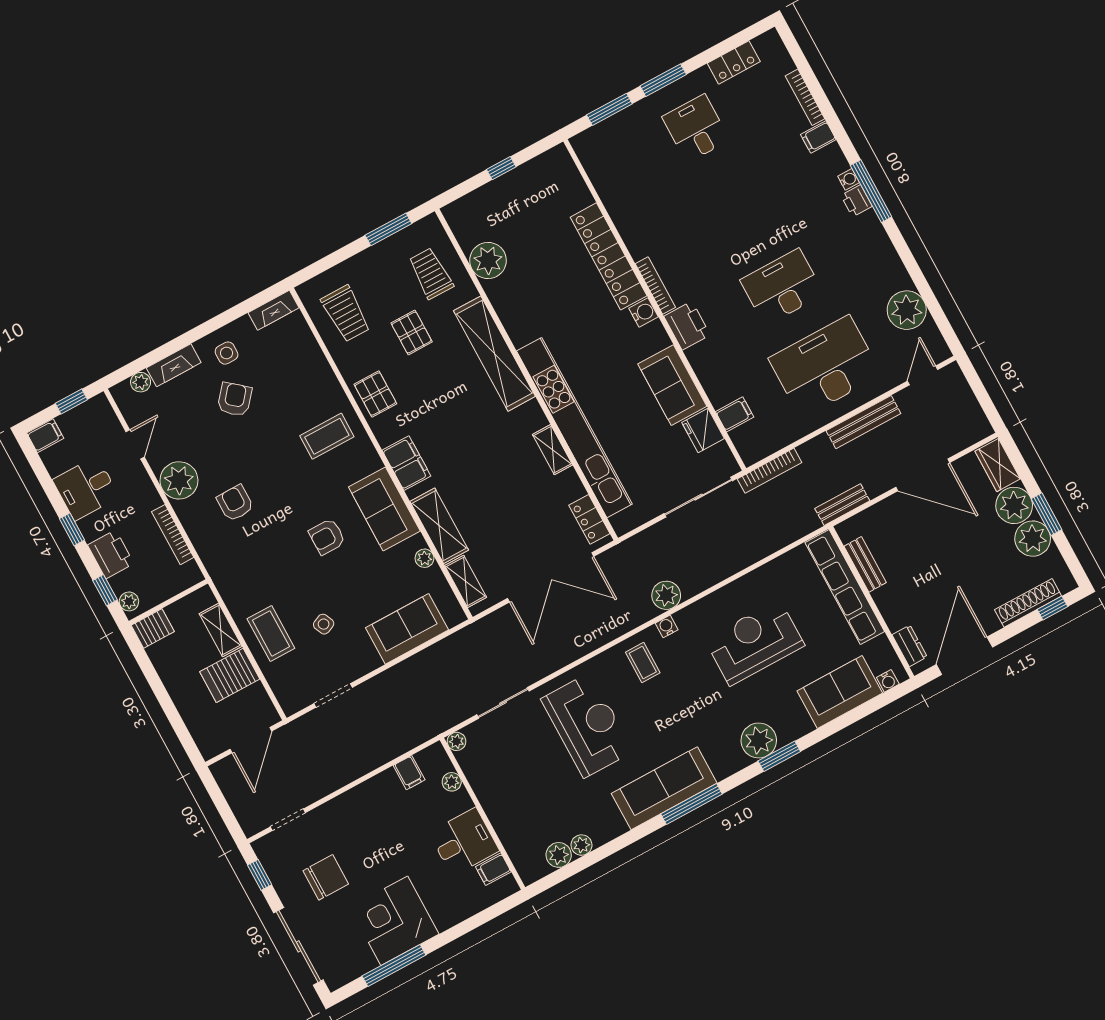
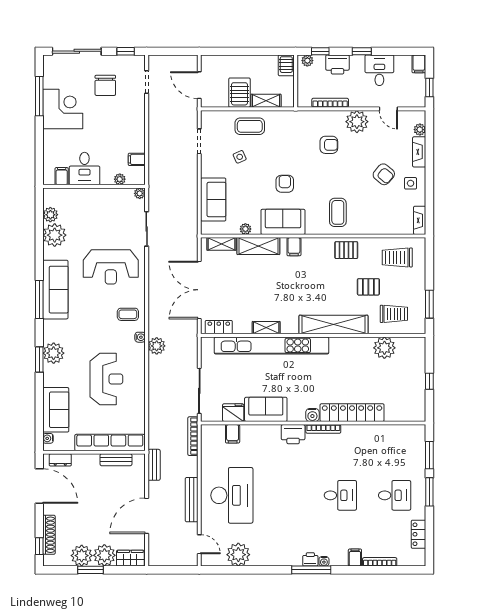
desk: (782, 287) -> (340, 495), moved, width x0.73
filing cabinet: (406, 463) -> (294, 247), width x0.50
plant: (581, 845) -> (55, 235), width x1.87, depth x1.87

